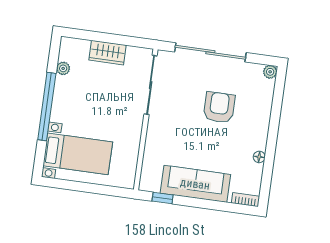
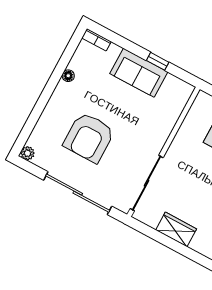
armchair: (219, 107) -> (89, 137), width x1.36, depth x1.36
sofa: (195, 184) -> (139, 73), width x0.73
window: (163, 198) -> (158, 61), moved

